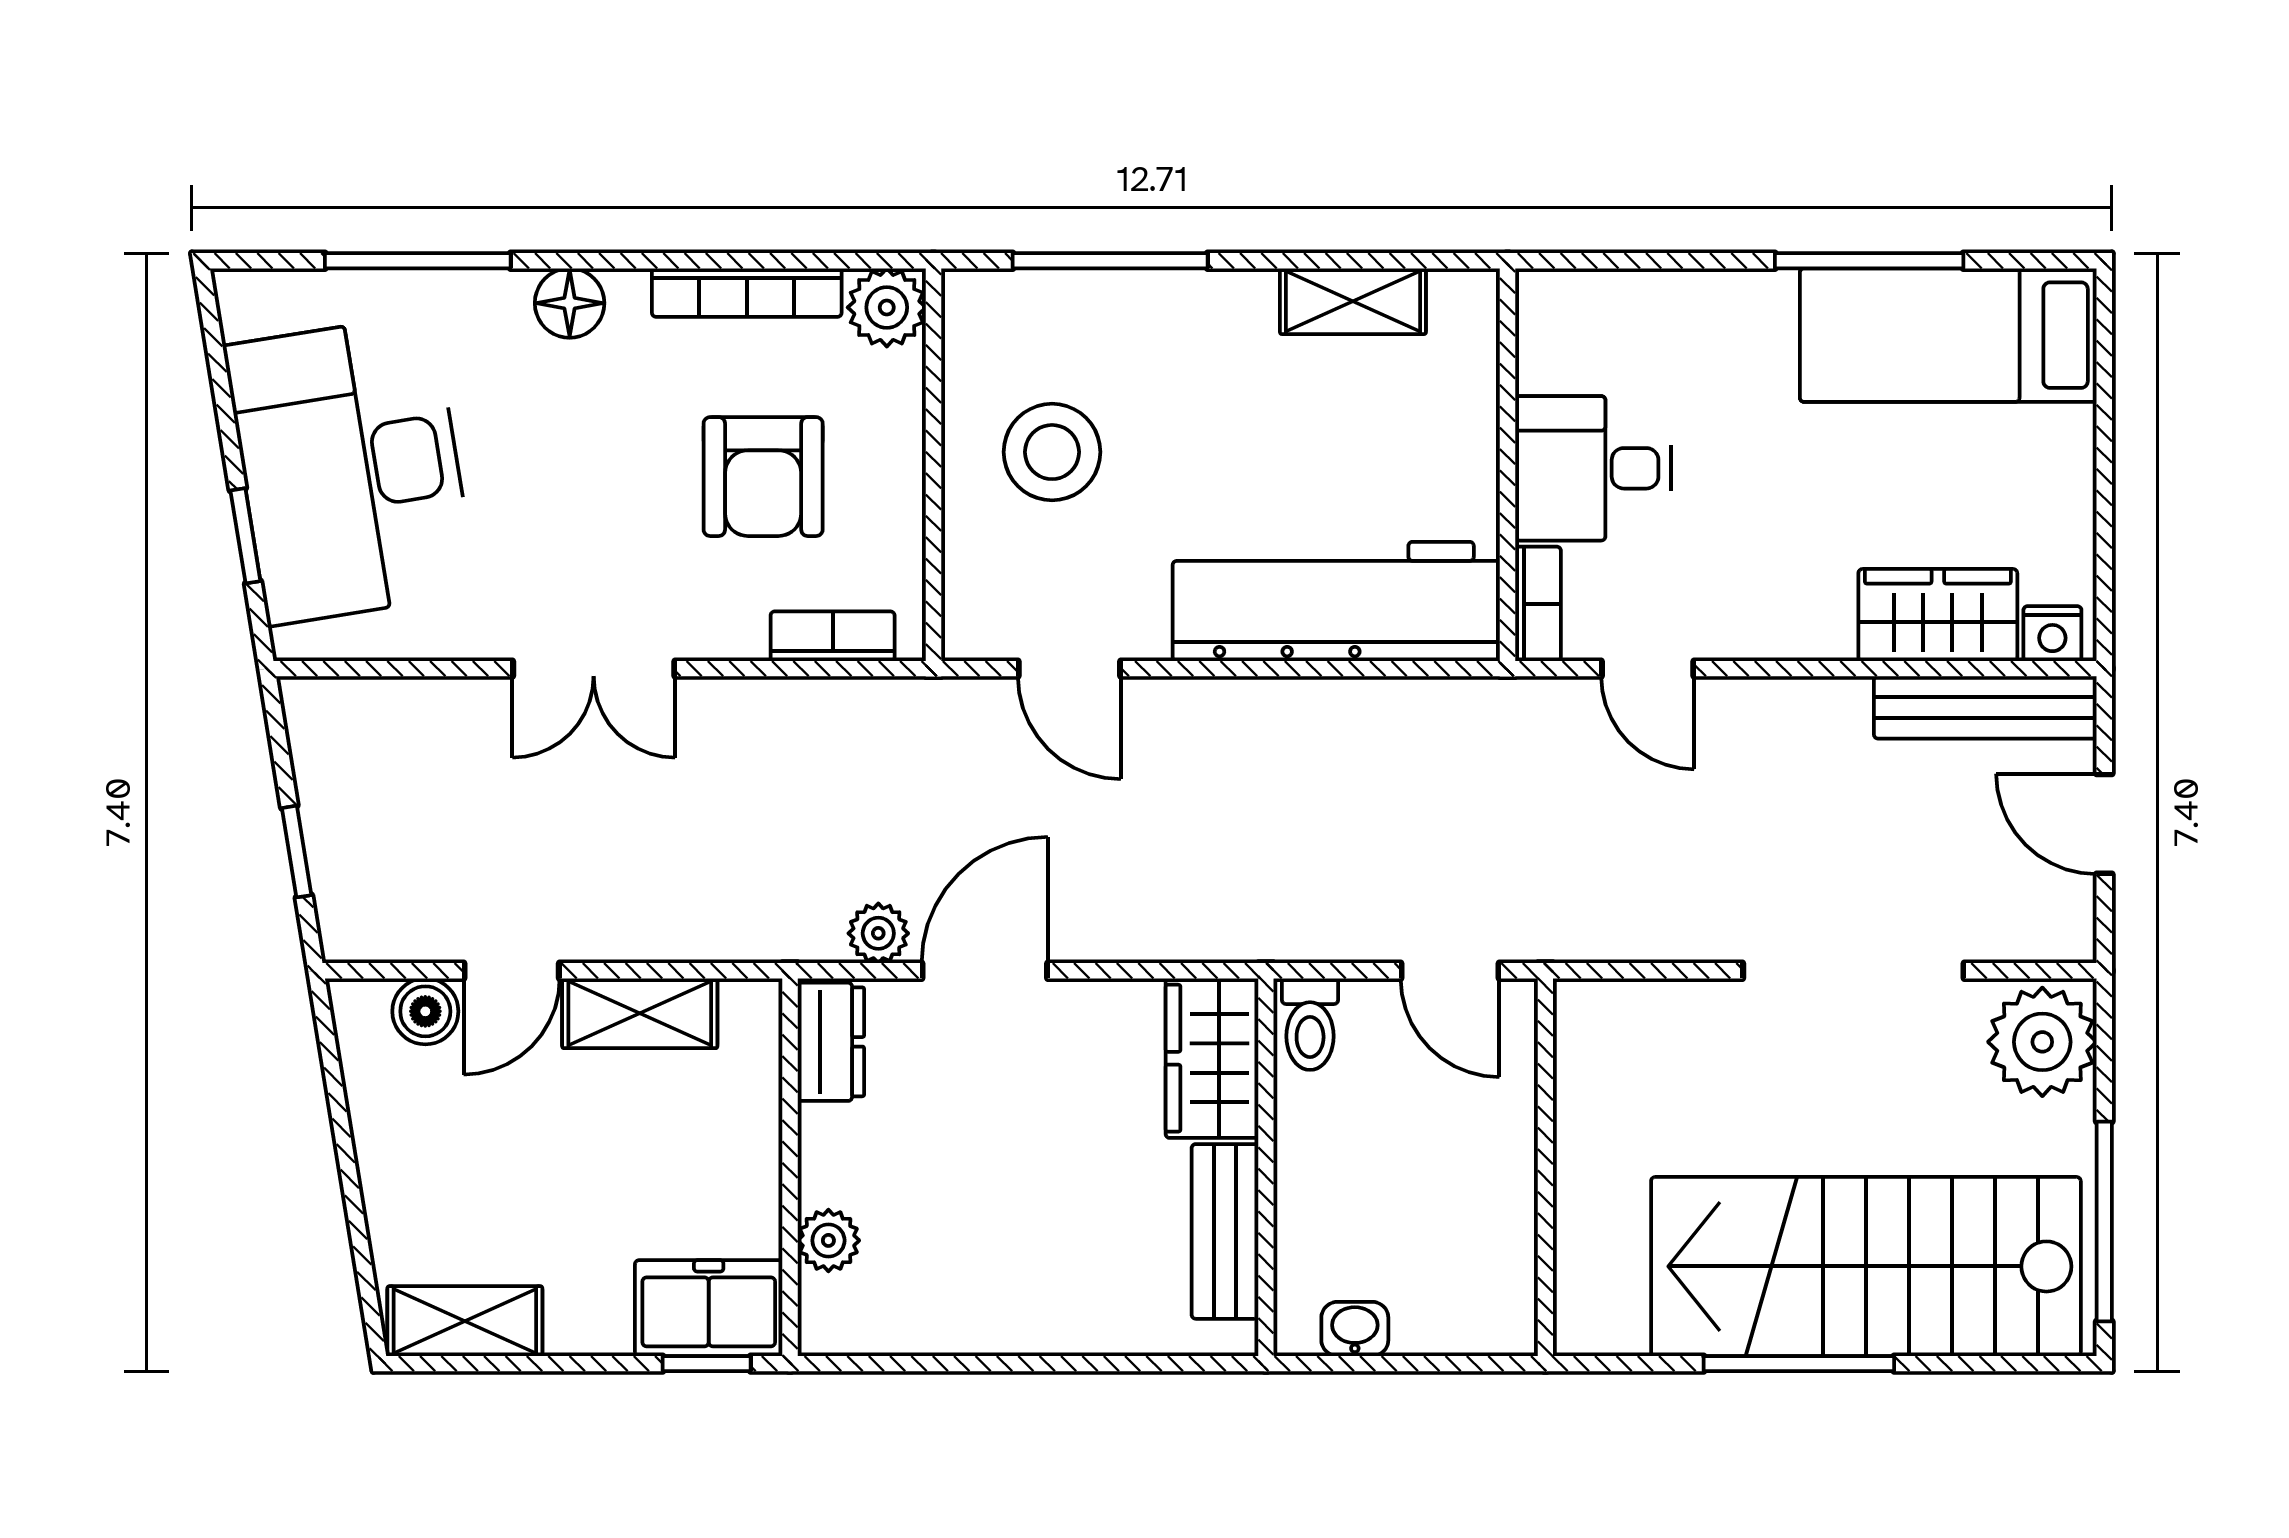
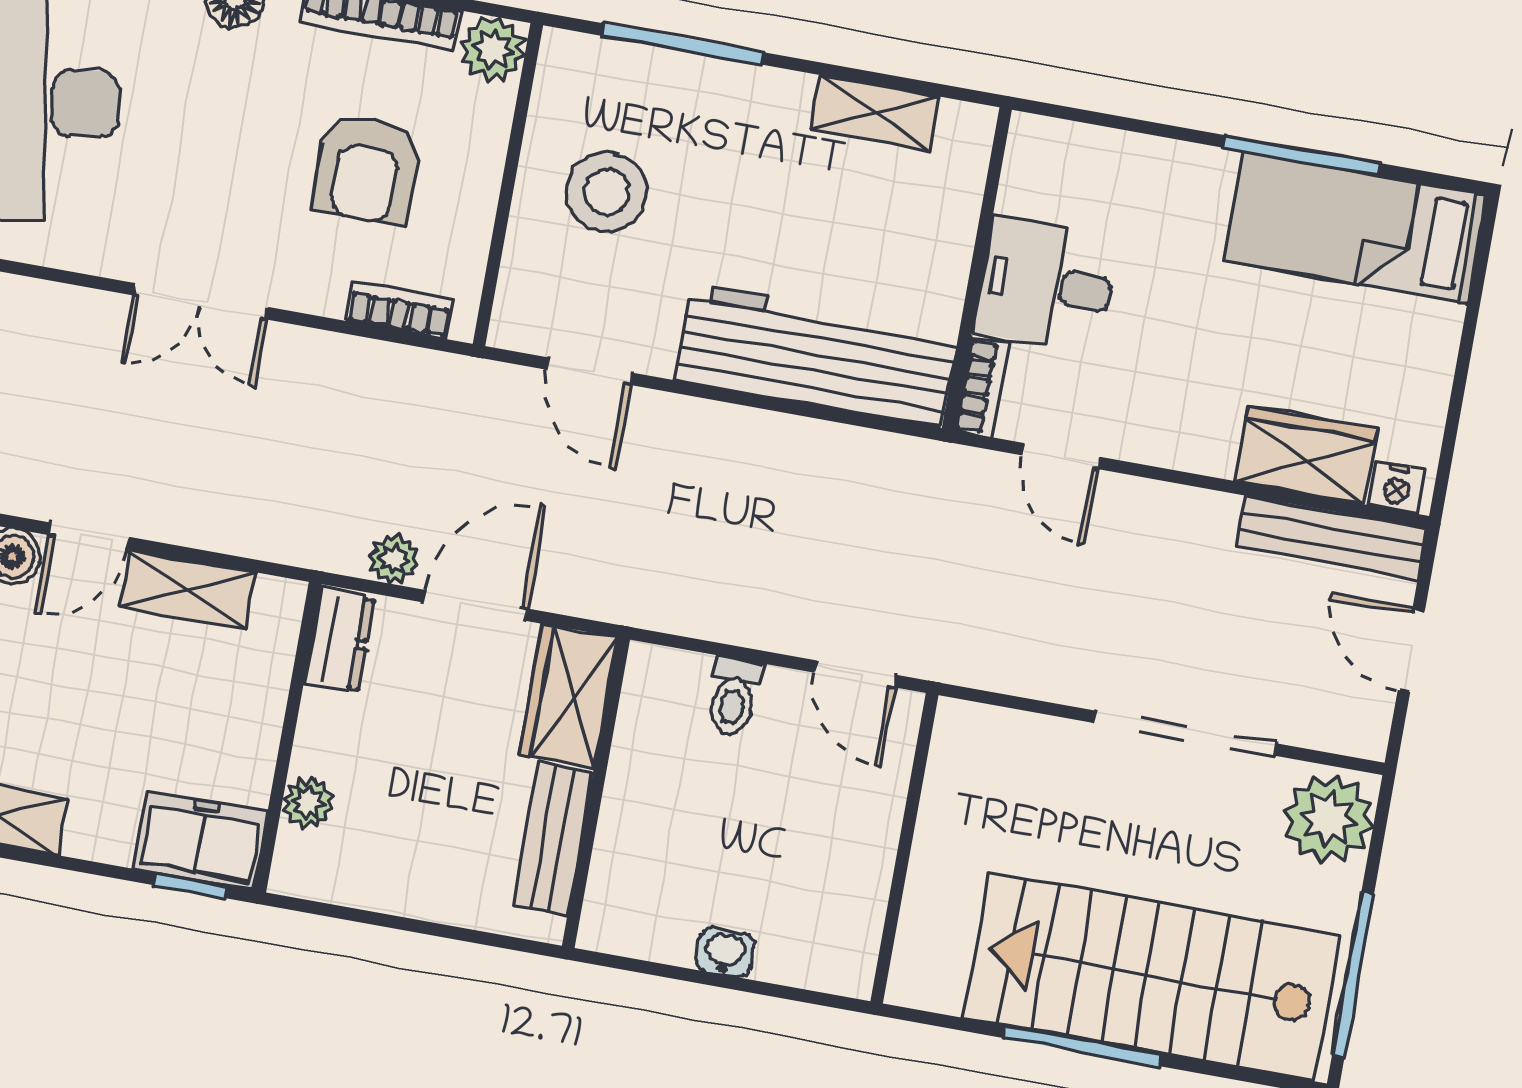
wardrobe: (1212, 1058) -> (568, 696), moved
wall: (1266, 1167) -> (596, 793), moved
bench: (1225, 1231) -> (553, 839), moved

